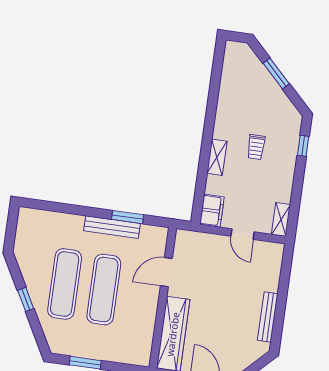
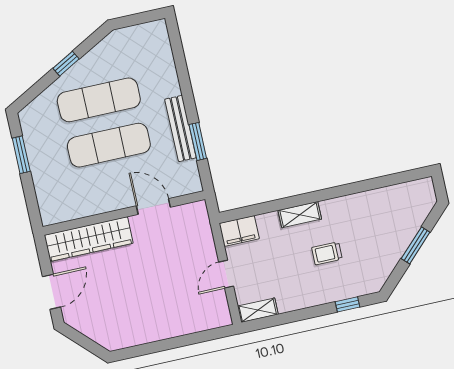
bench: (268, 317) -> (146, 336), removed

